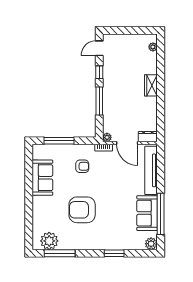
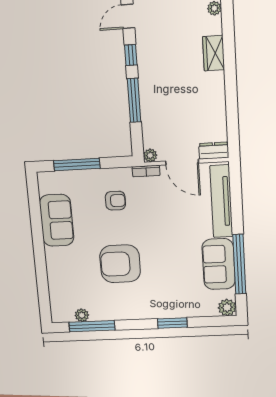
wardrobe: (151, 85) -> (214, 53), moved
plant: (49, 241) -> (82, 315), width x0.53, depth x0.53

